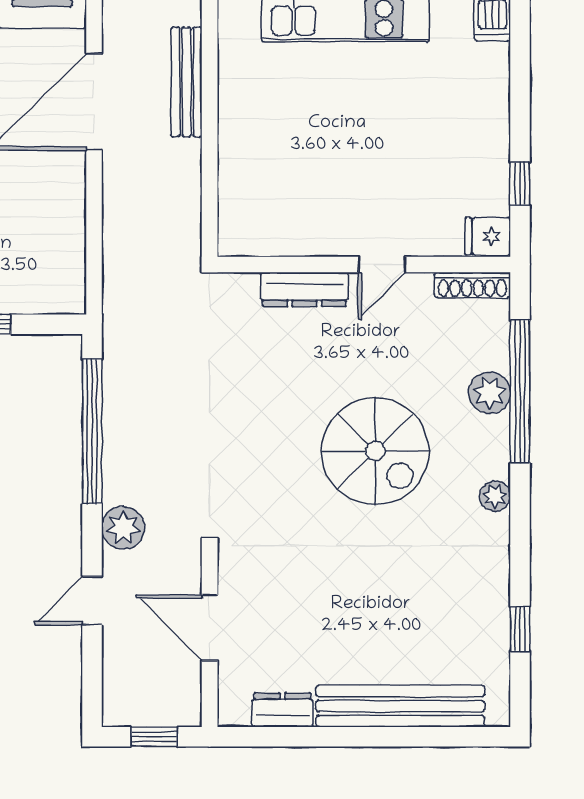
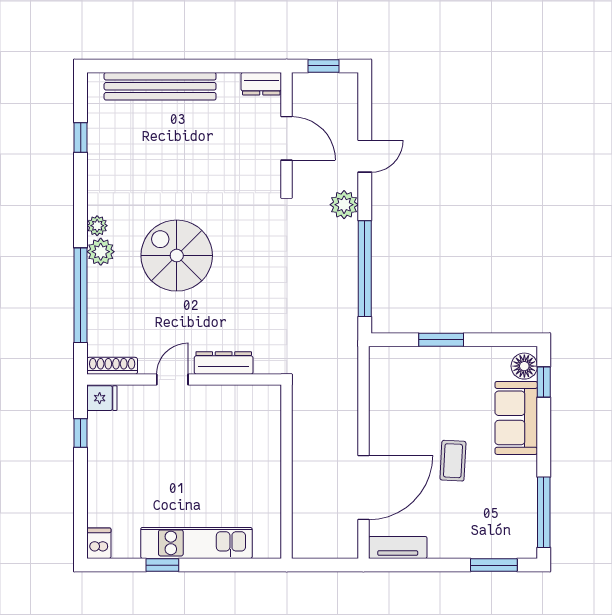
bench: (187, 82) -> (302, 501), removed
plant: (490, 393) -> (101, 252), moved
dresser: (283, 710) -> (261, 84), moved

